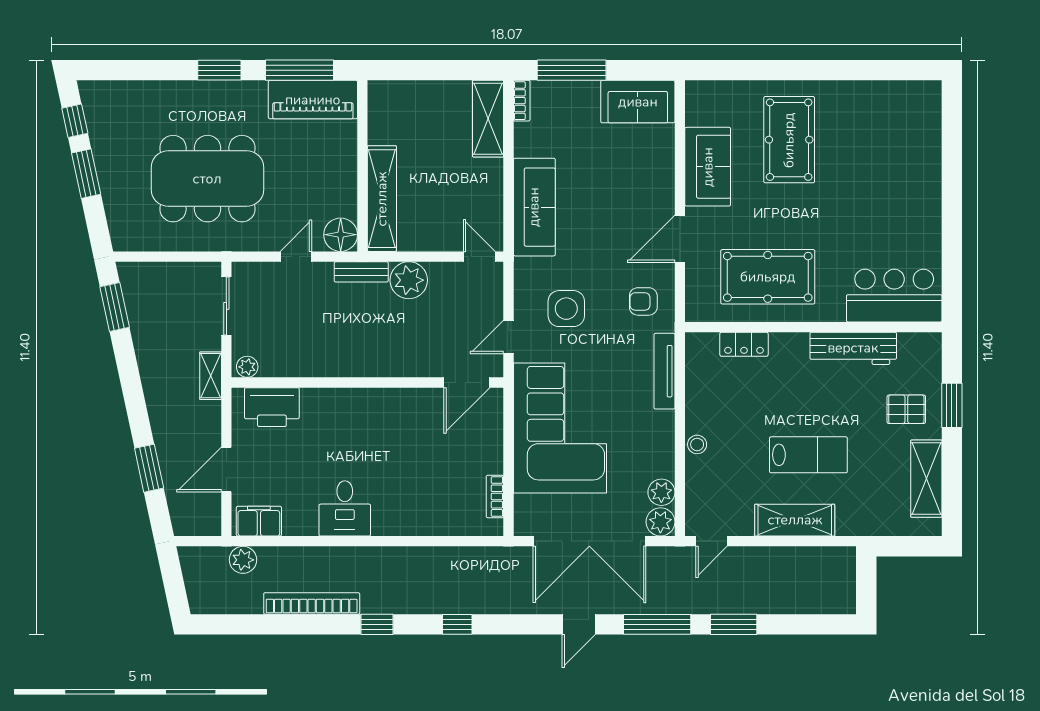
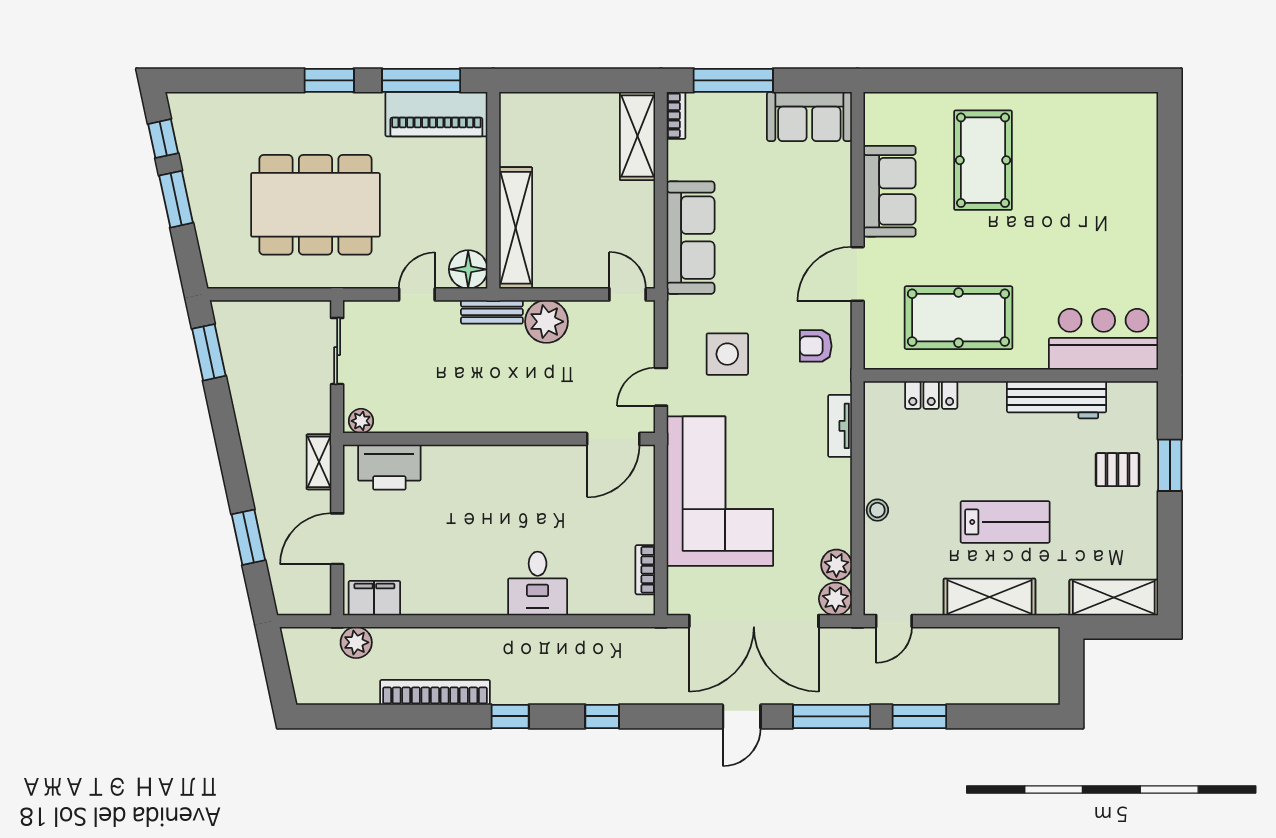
tv unit: (664, 371) -> (840, 426), width x0.71
shelving: (211, 376) -> (319, 462), moved
shelving: (926, 479) -> (1114, 598), moved, turned 90
desk: (345, 508) -> (538, 583), moved

